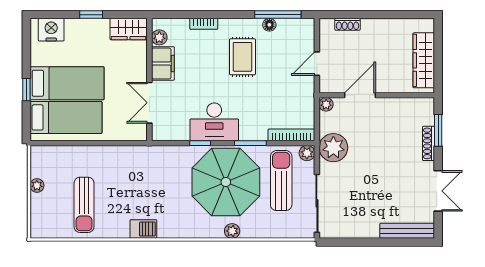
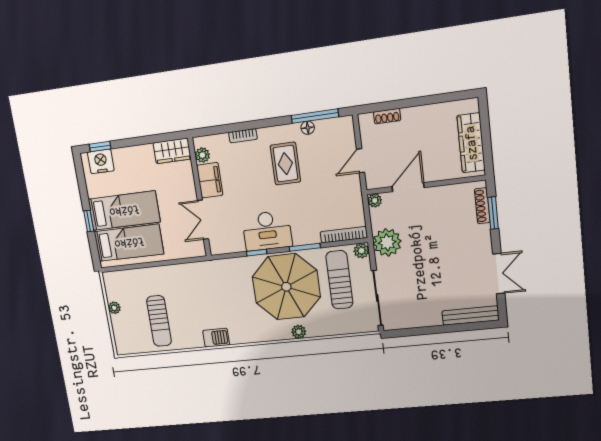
window: (91, 15) -> (100, 146), moved
shoe rack: (429, 143) -> (482, 206), moved

